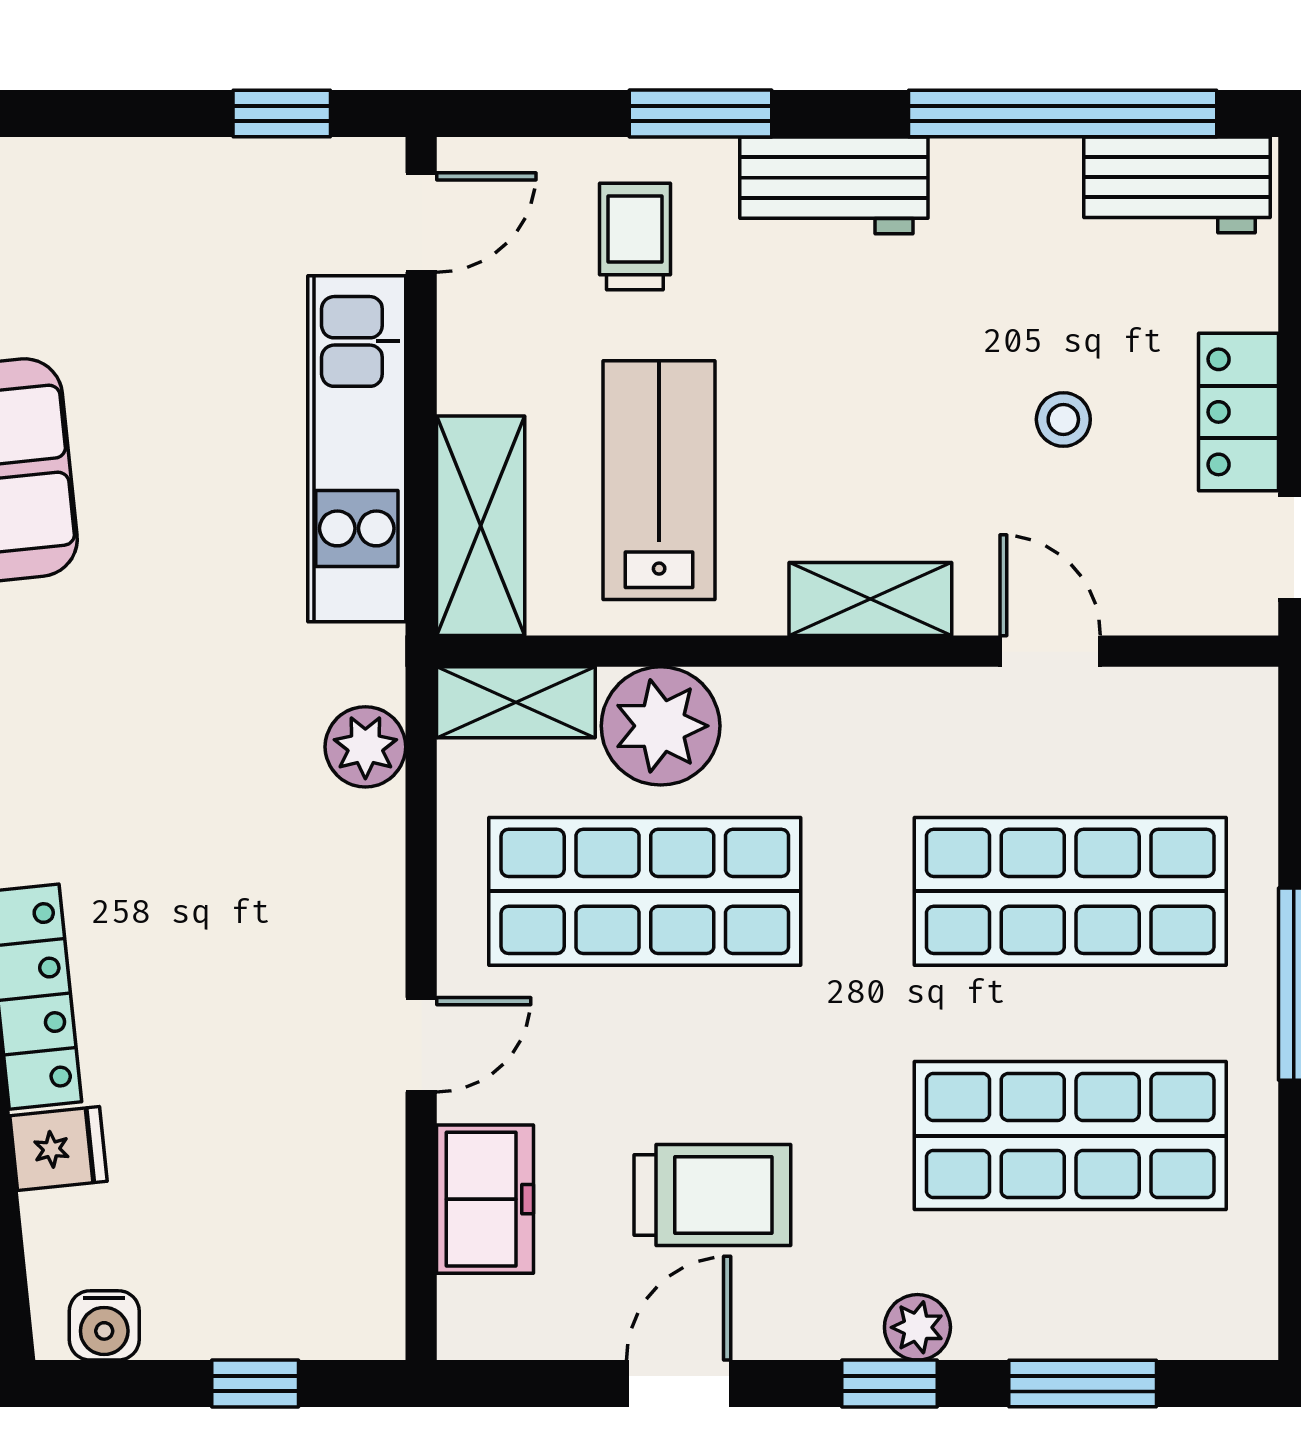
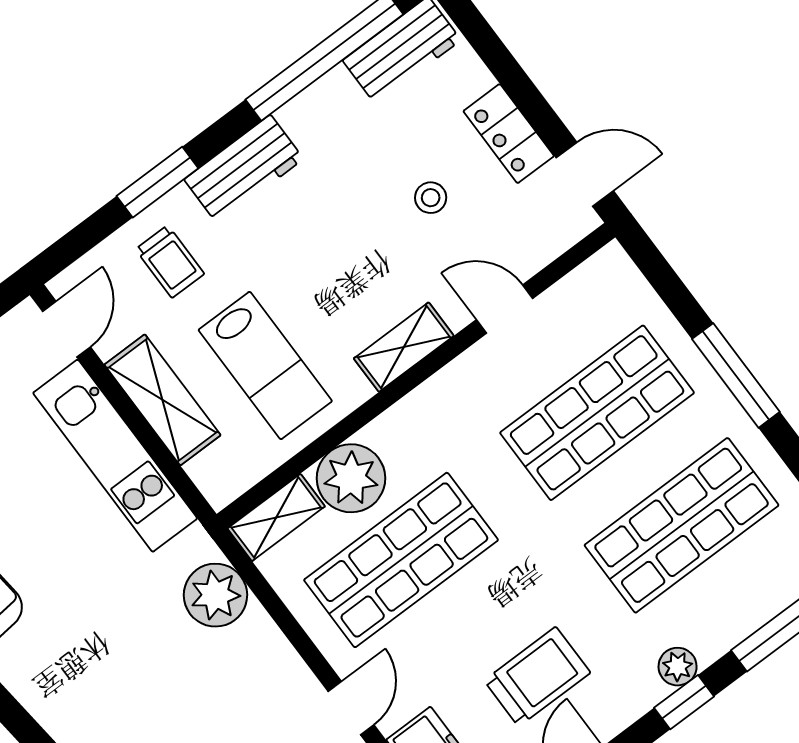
trolley: (635, 236) -> (170, 262), turned 180
lab bench: (659, 480) -> (265, 366), turned 180
shelving: (481, 526) -> (163, 400), moved
plant: (365, 747) -> (215, 595), width x1.36, depth x1.36

